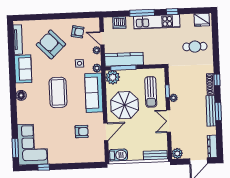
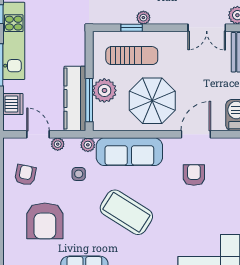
door: (102, 38) -> (38, 134), swing flipped
armchair: (51, 44) -> (45, 221), turned -46
plant: (113, 77) -> (104, 90), moved
coffee table: (58, 92) -> (126, 212), turned 32
double door: (169, 121) -> (207, 28), moved
door: (106, 132) -> (196, 134), hinge flipped

